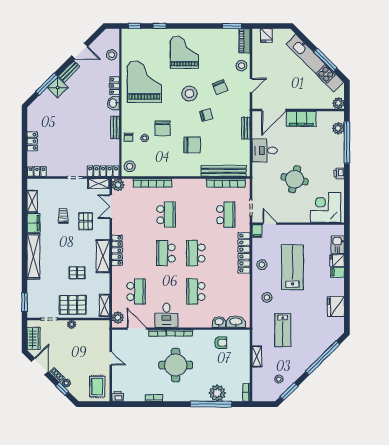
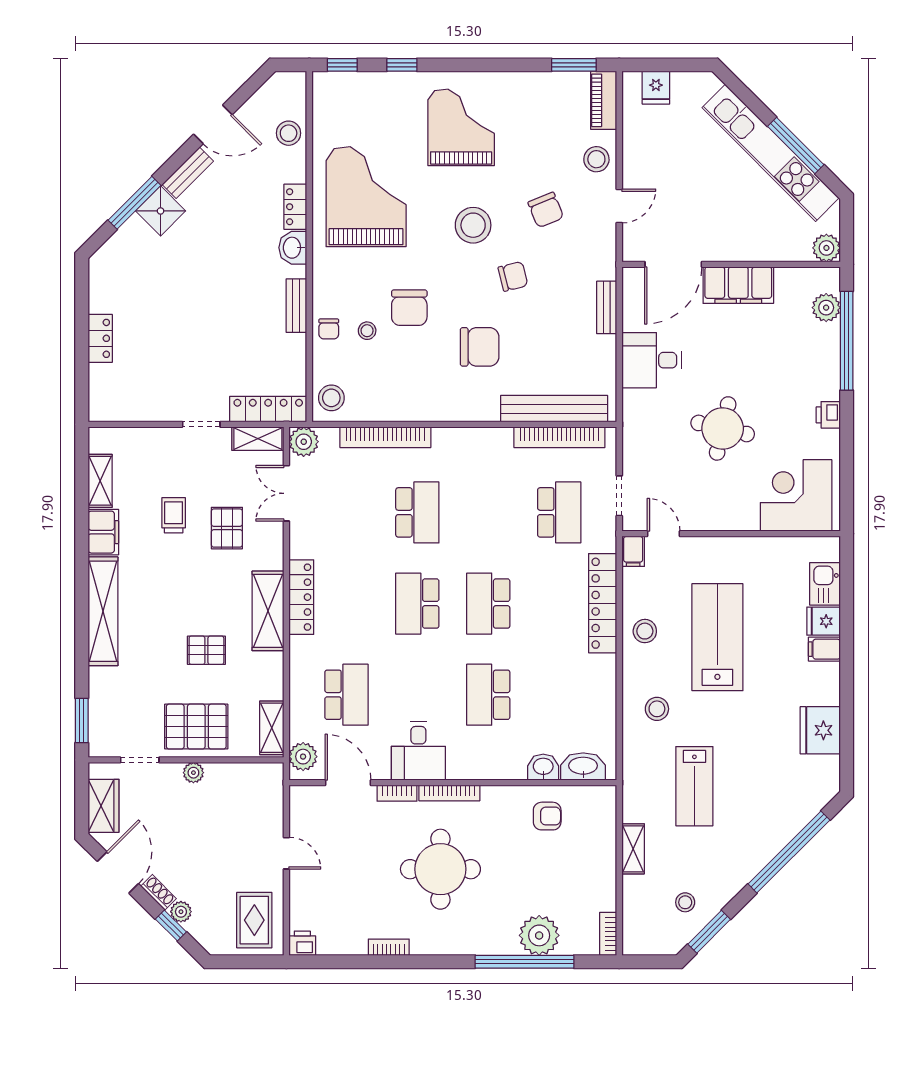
locker: (37, 172) -> (111, 410), removed

